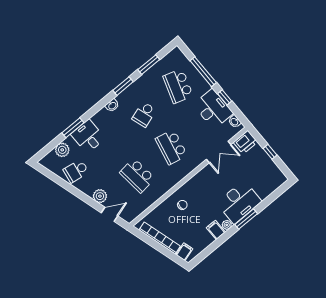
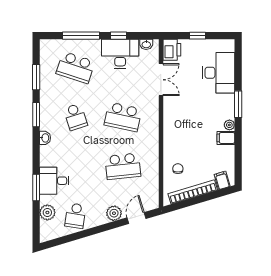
desk: (239, 202) -> (219, 73), moved
chair: (182, 205) -> (178, 169), moved

